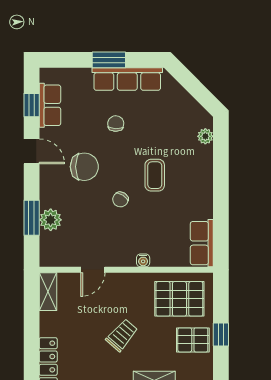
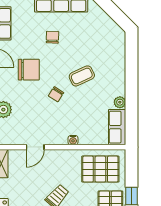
plant: (205, 136) -> (120, 102), moved
coffee table: (155, 175) -> (82, 76), turned 65

